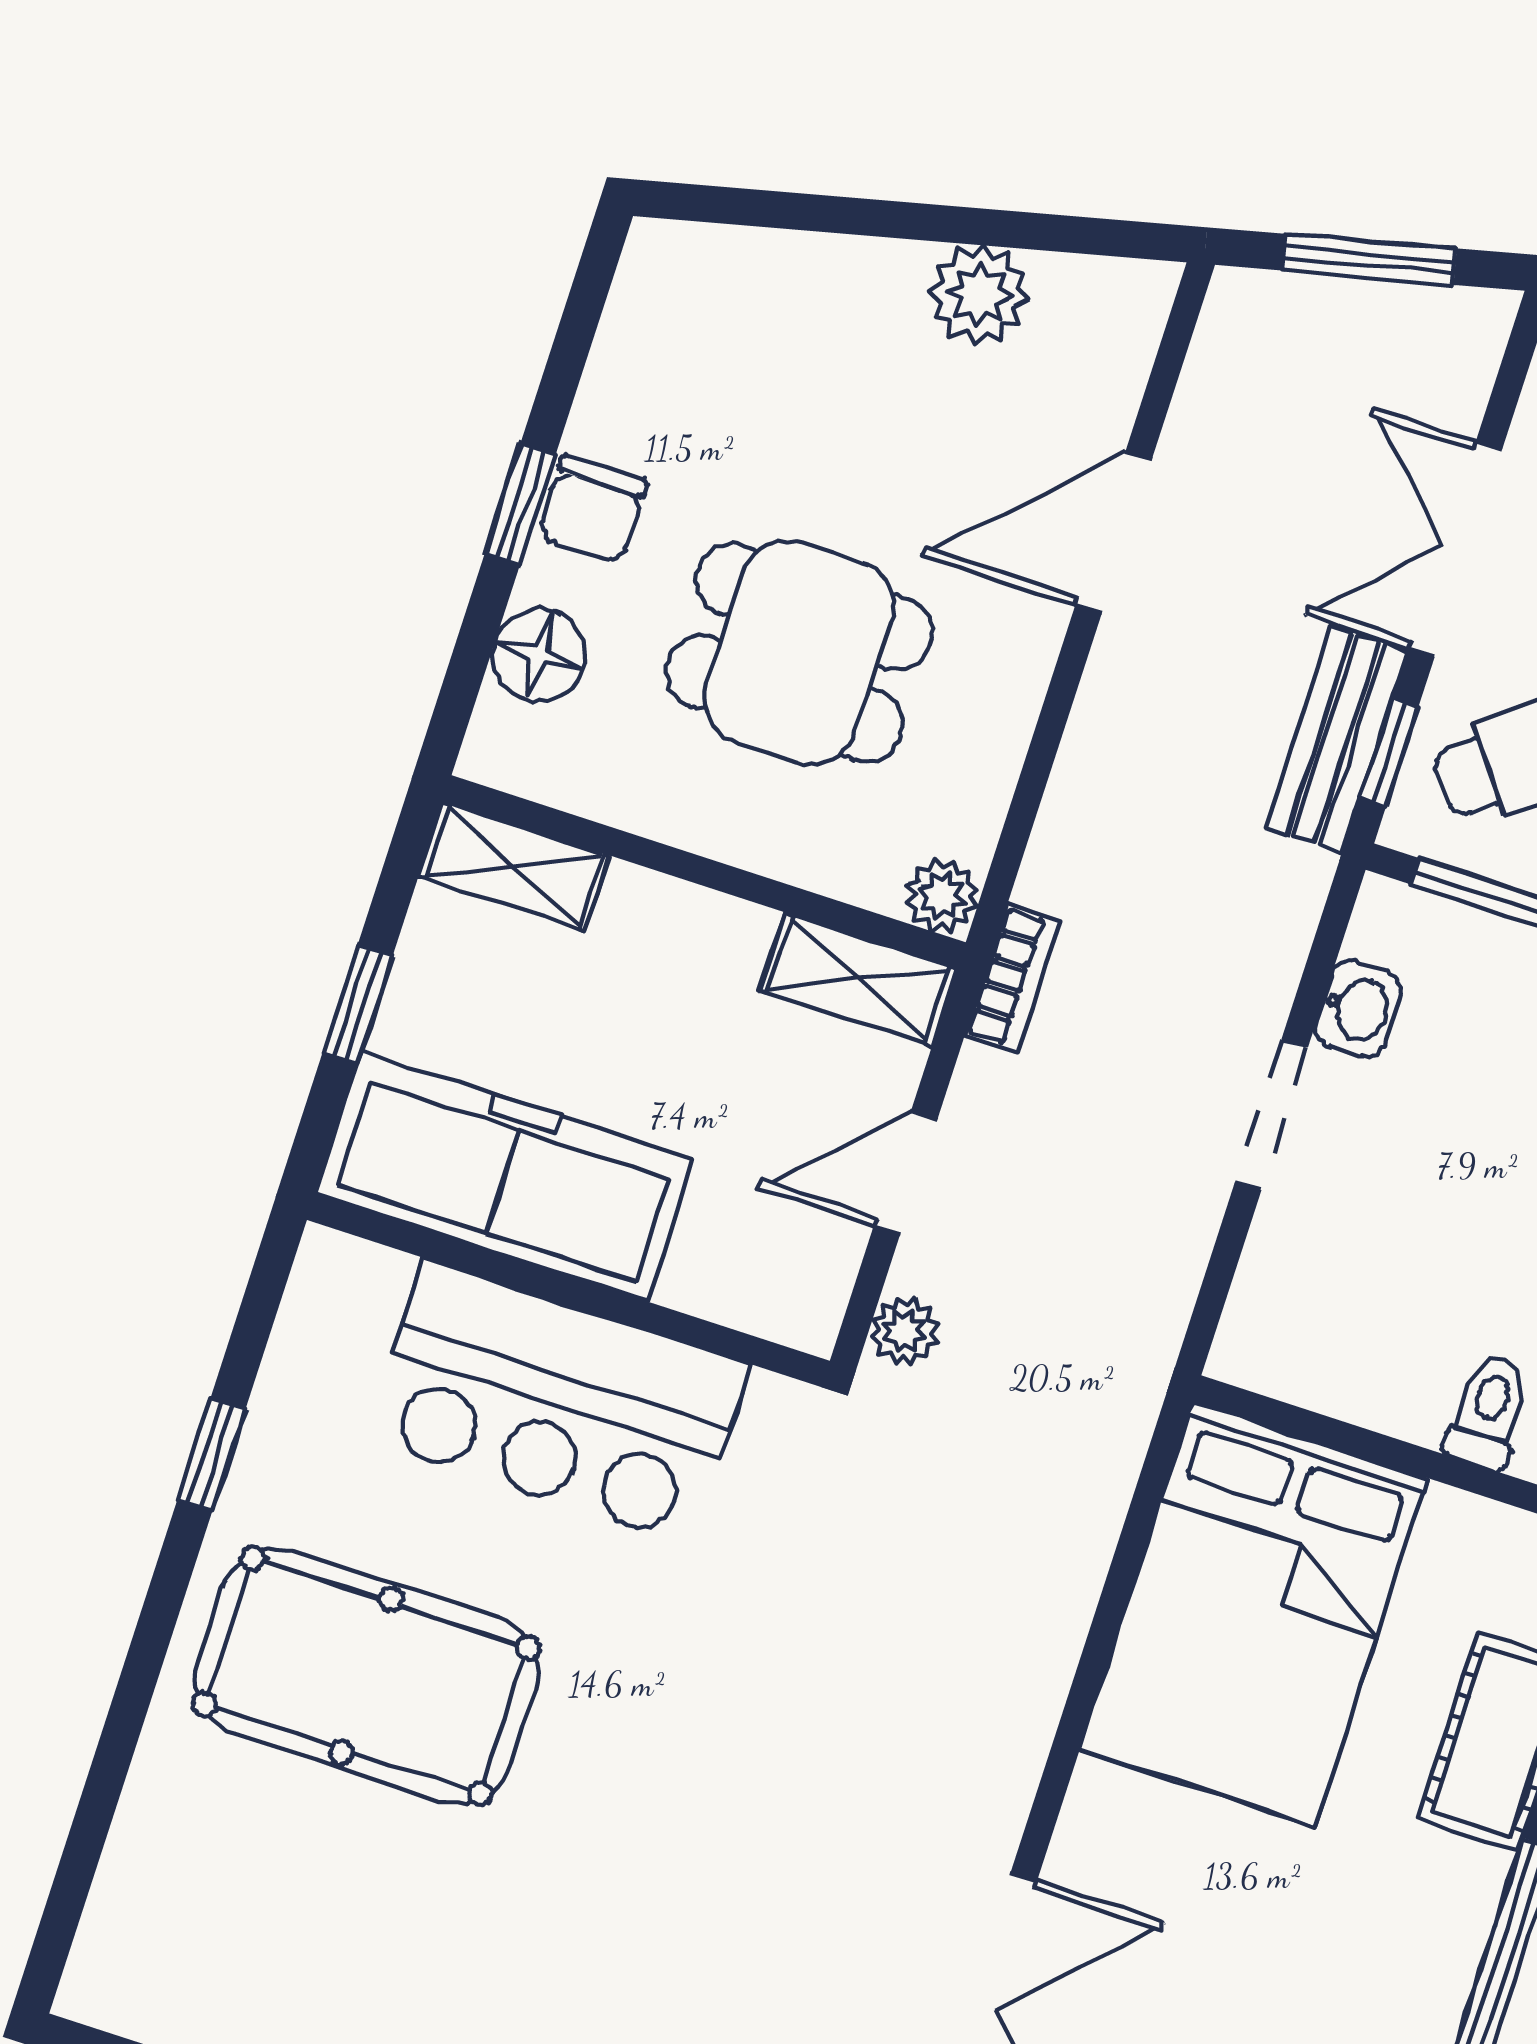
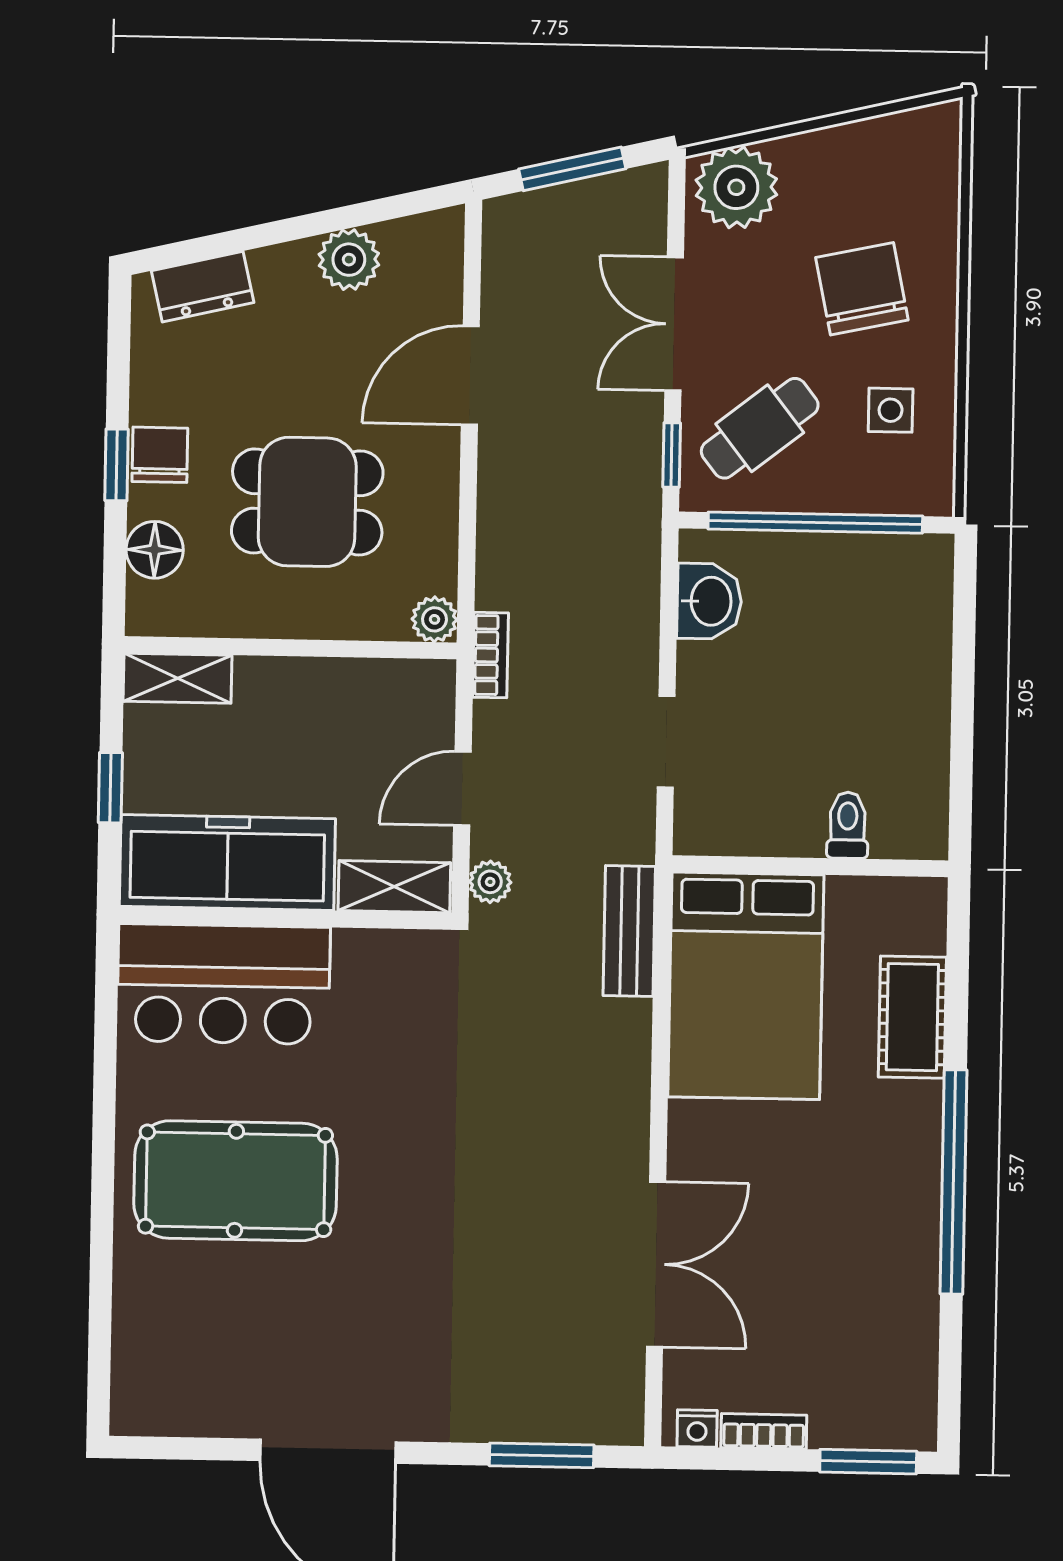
dresser: (739, 268) -> (203, 287), added
chair: (592, 509) -> (160, 455), turned 180
bench: (1336, 740) -> (629, 931), moved
shelving: (858, 979) -> (394, 887), moved
washbasin: (1358, 1009) -> (709, 601), width x1.38, depth x1.45
doorway: (1271, 1114) -> (666, 742), moved
bar counter: (557, 1402) -> (224, 984), moved
window: (212, 1454) -> (105, 1078), removed

